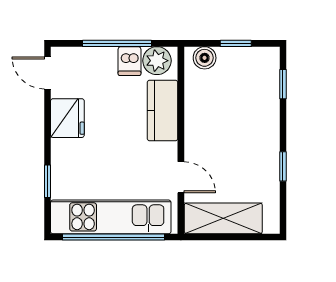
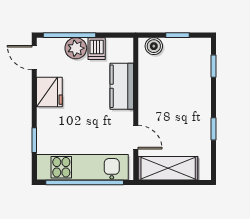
window: (117, 43) -> (70, 35), moved
plant: (157, 61) -> (76, 48), moved

